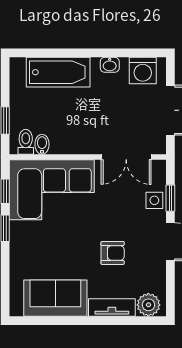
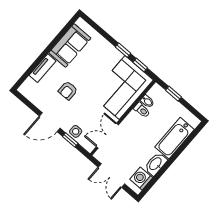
washbasin: (110, 65) -> (156, 164), width x1.91, depth x1.45
toilet: (26, 142) -> (142, 110), moved
plant: (148, 305) -> (29, 86), removed

